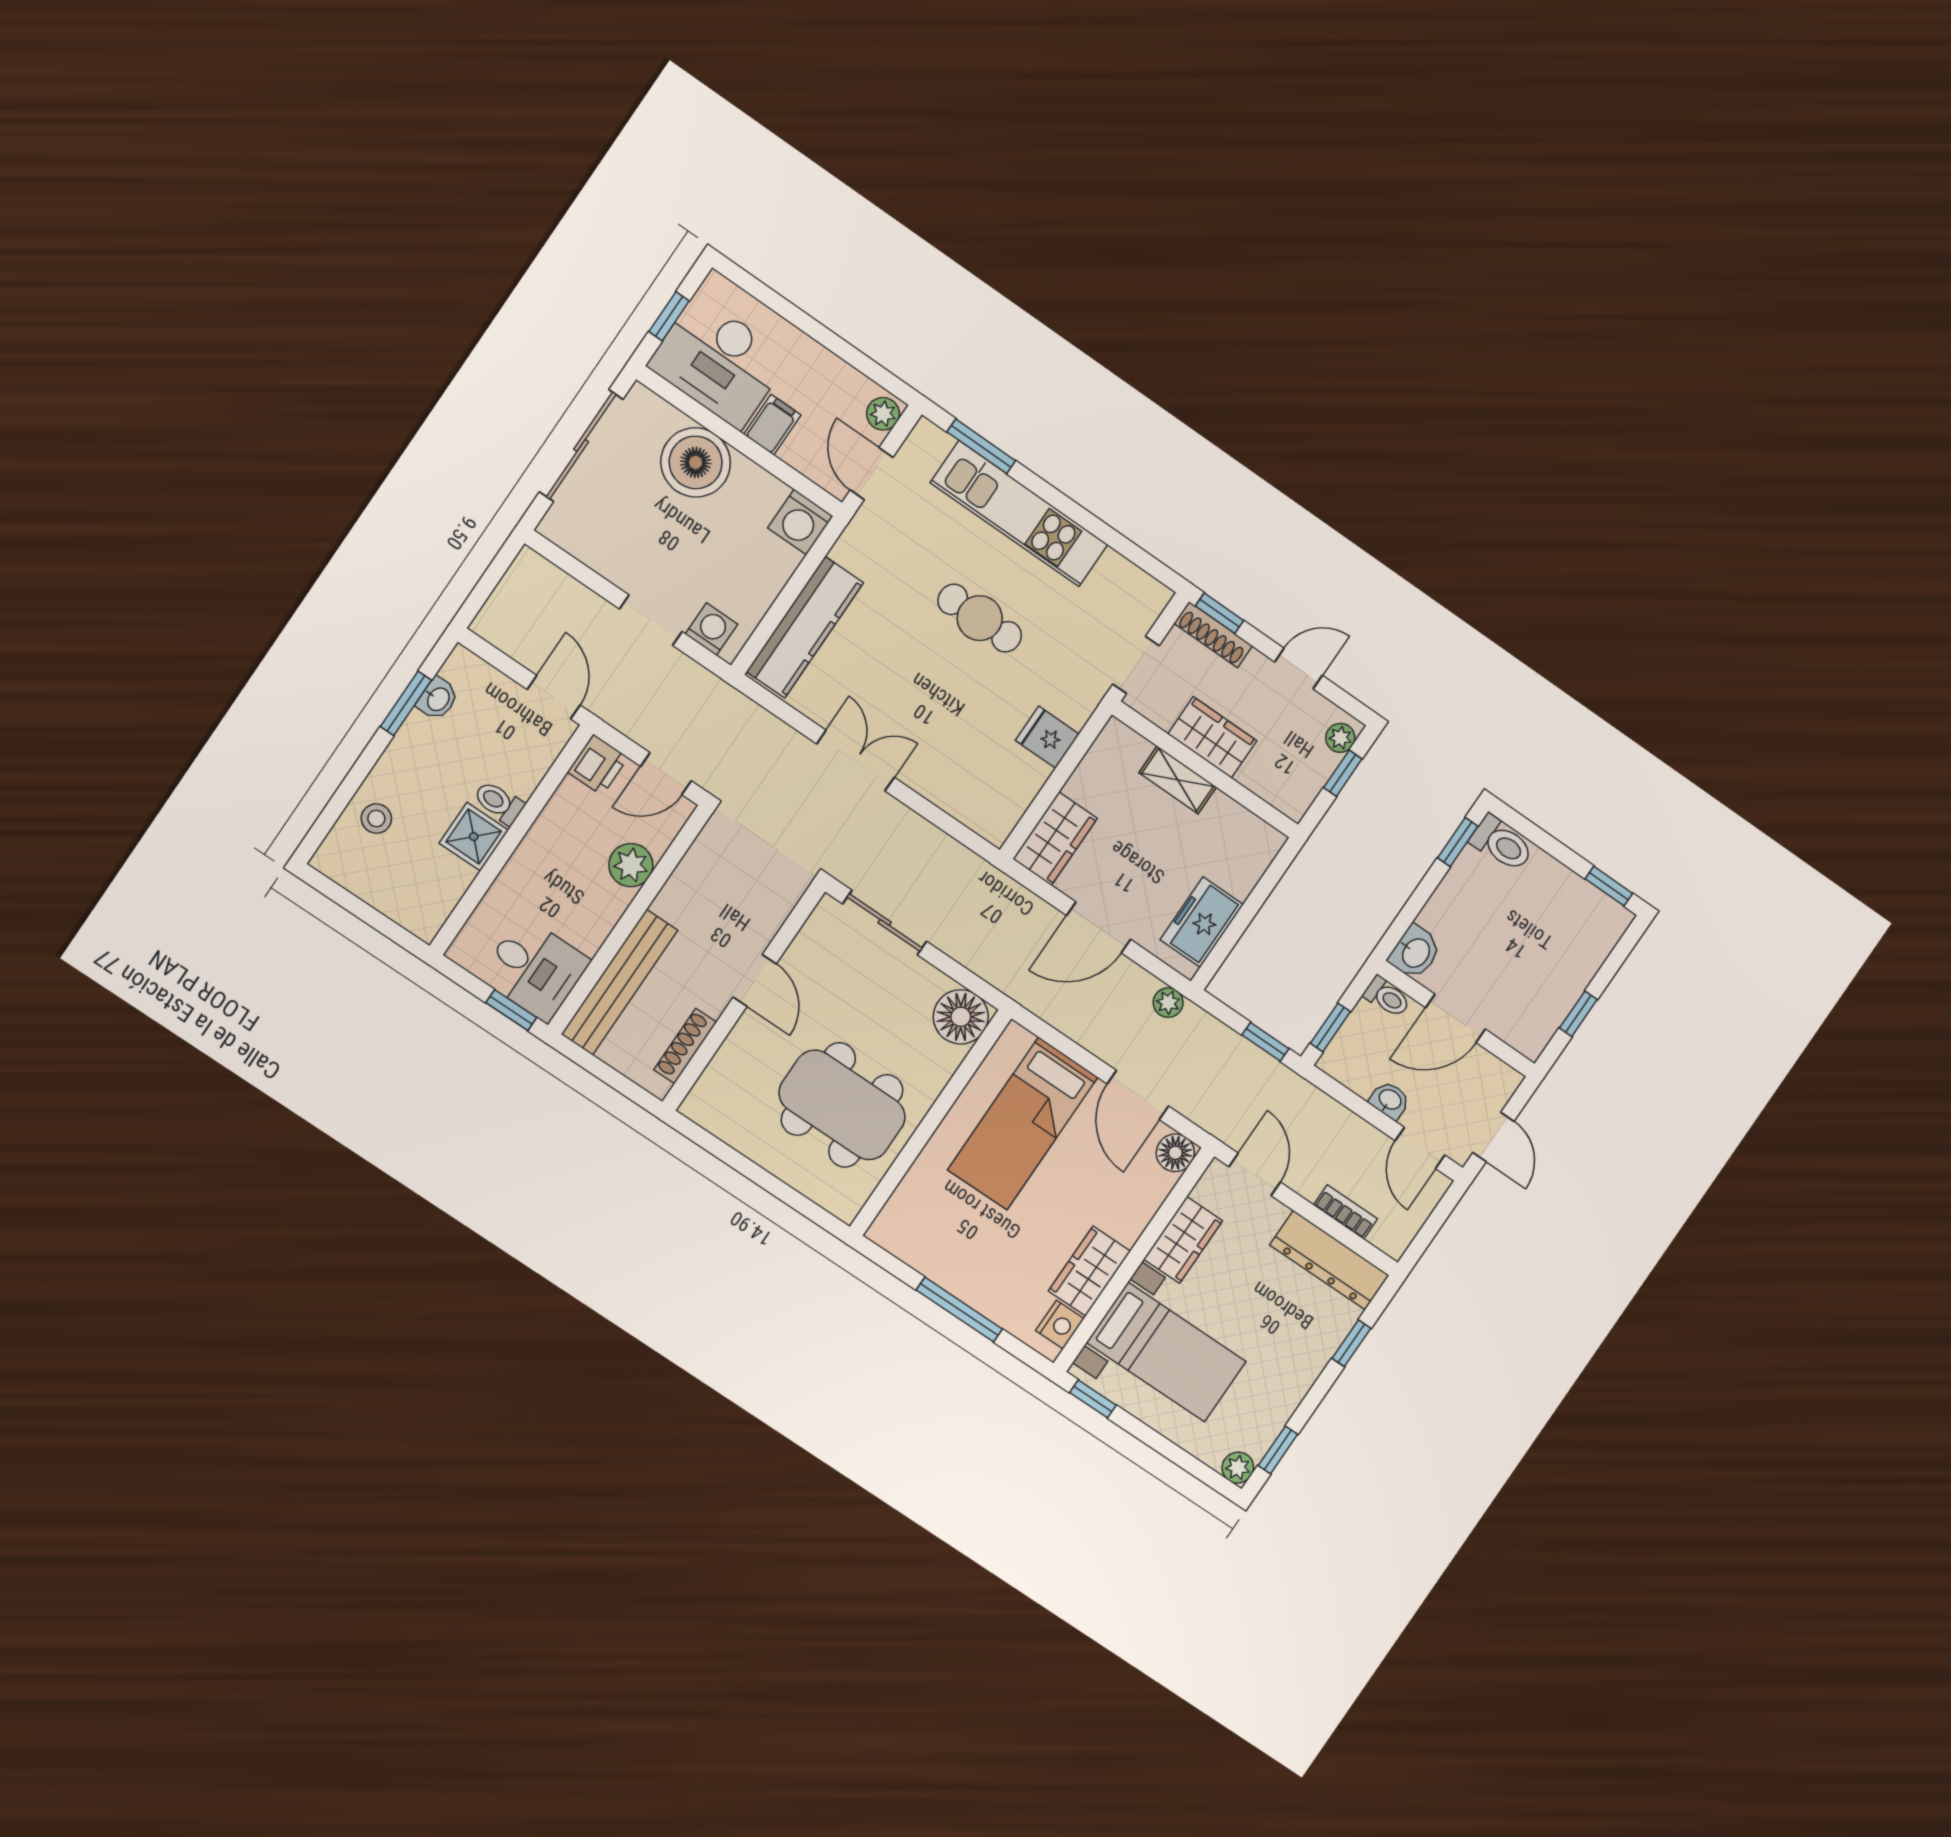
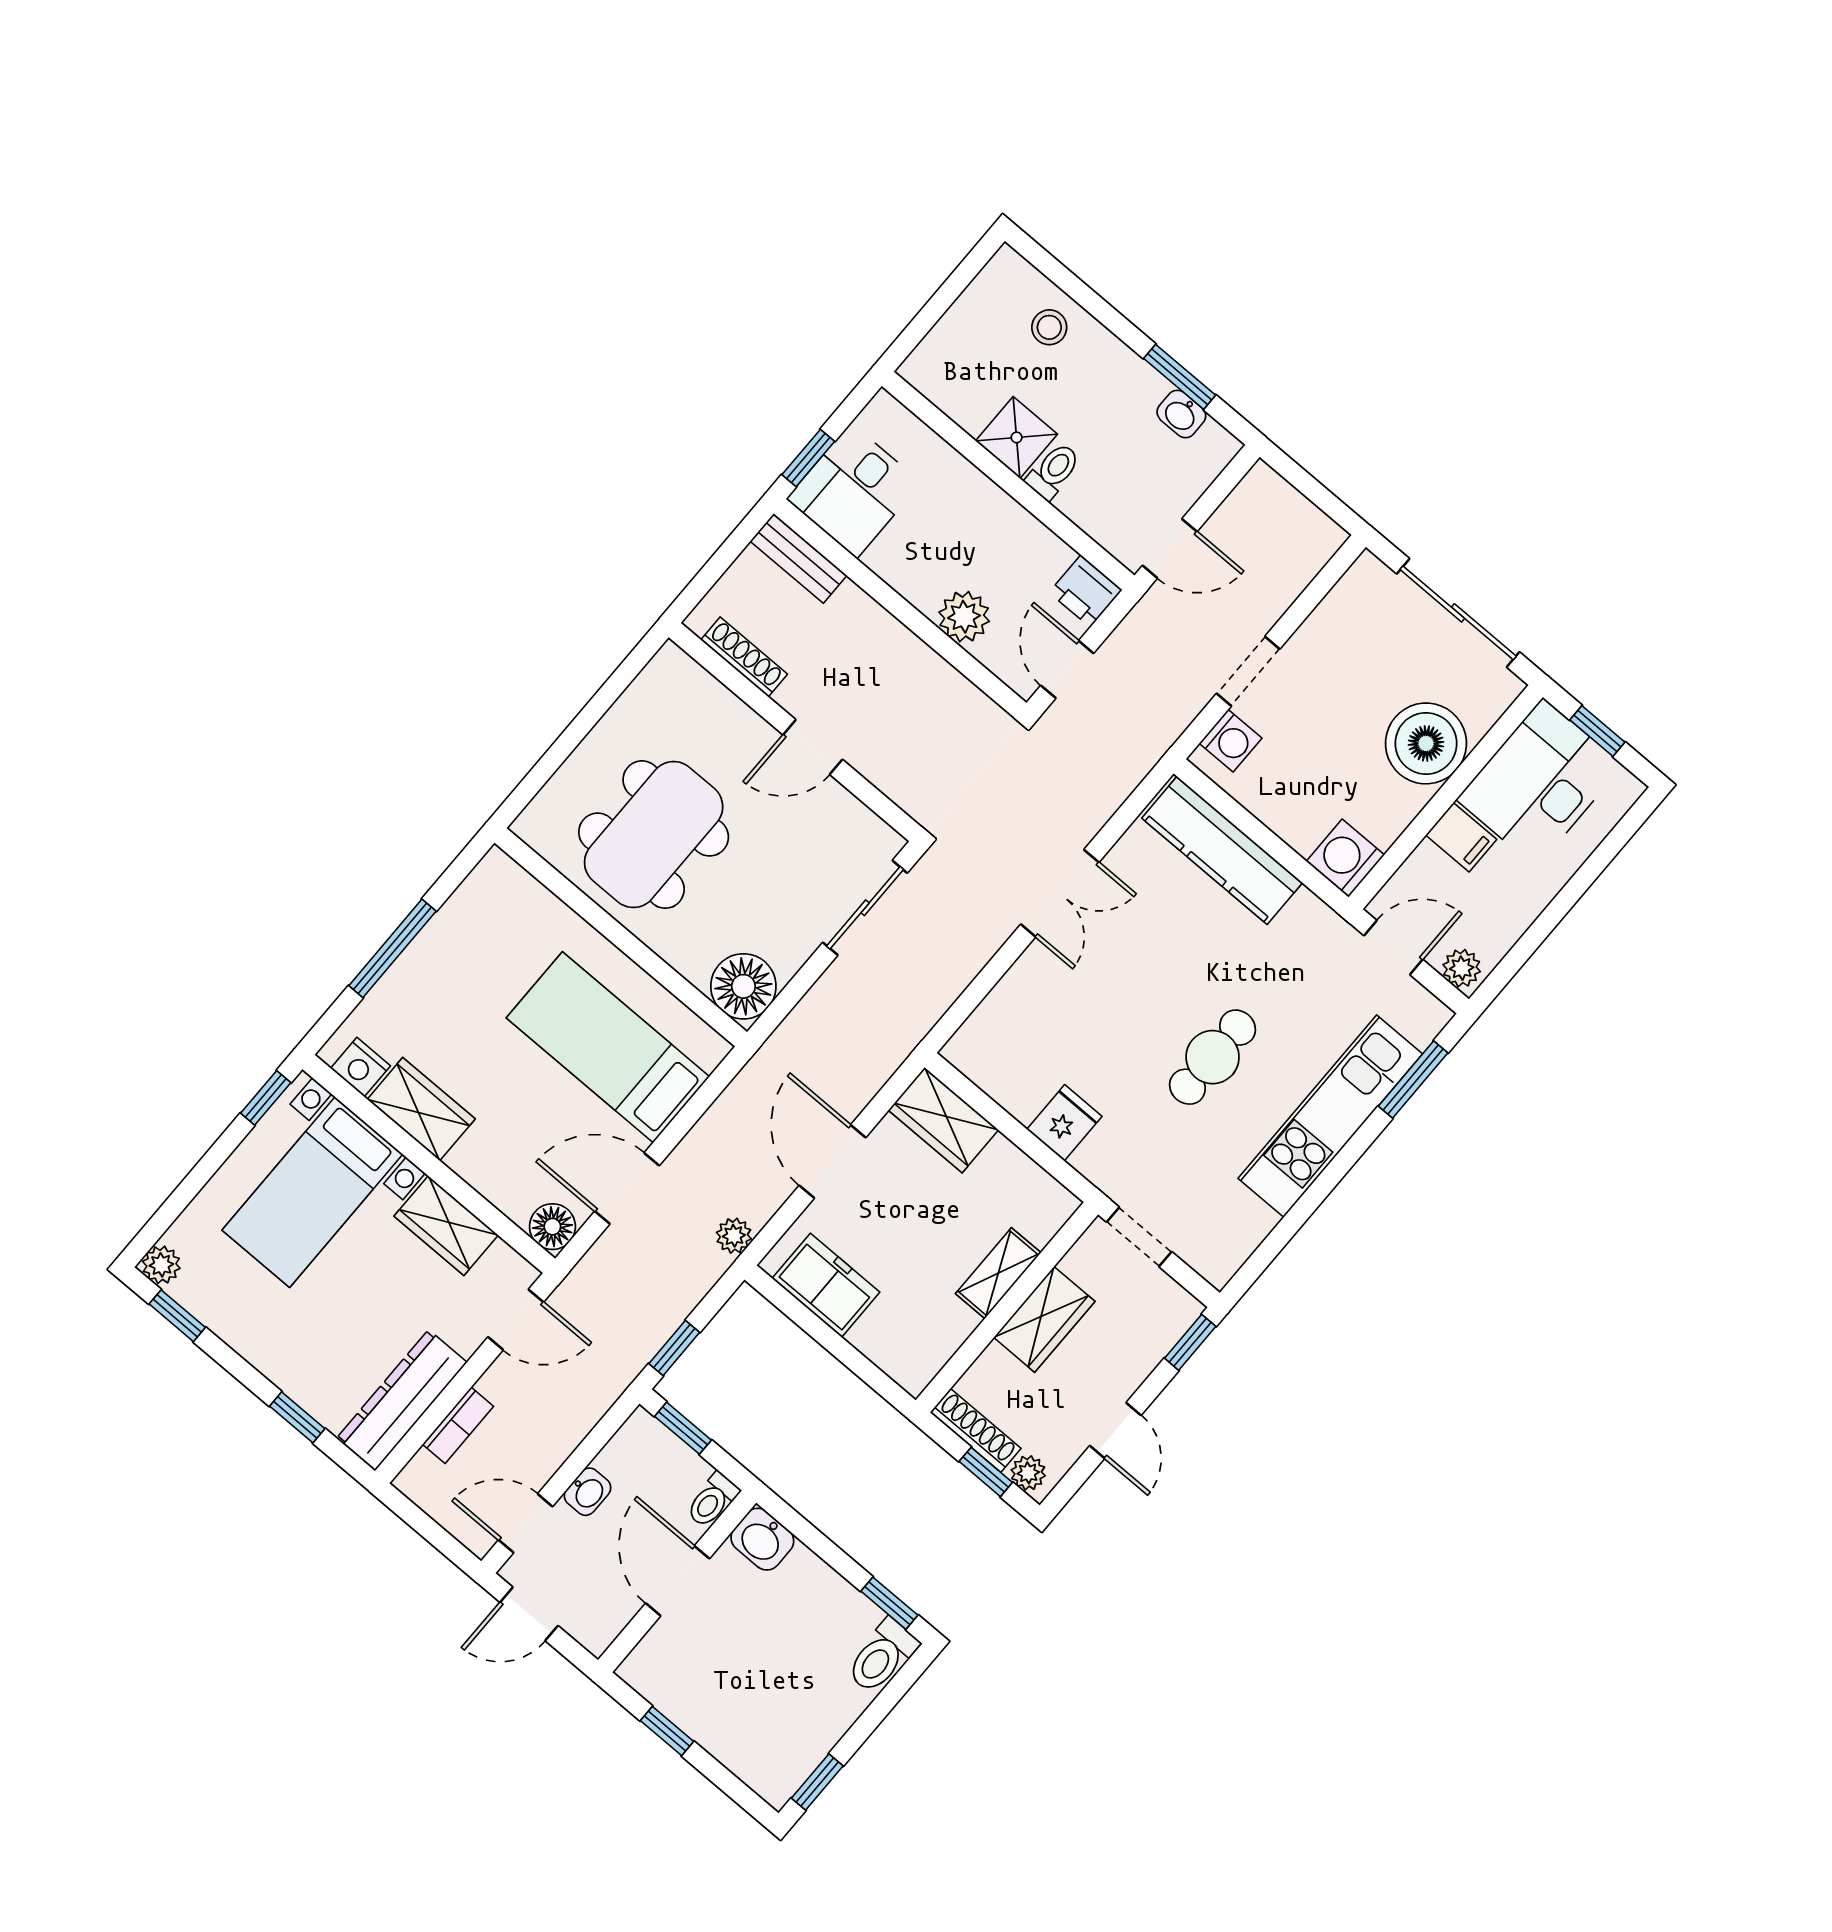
shoe rack: (1213, 635) -> (976, 1430), moved, turned 90
bench: (620, 982) -> (799, 558), width x0.54, depth x0.82

